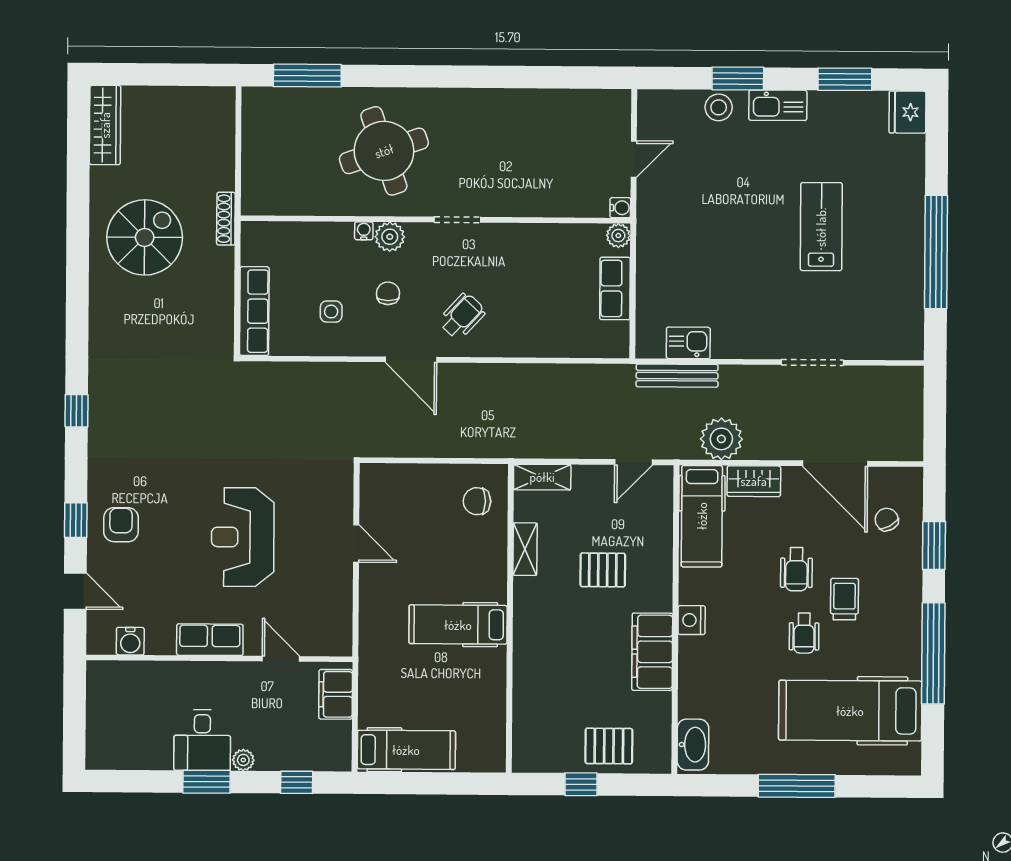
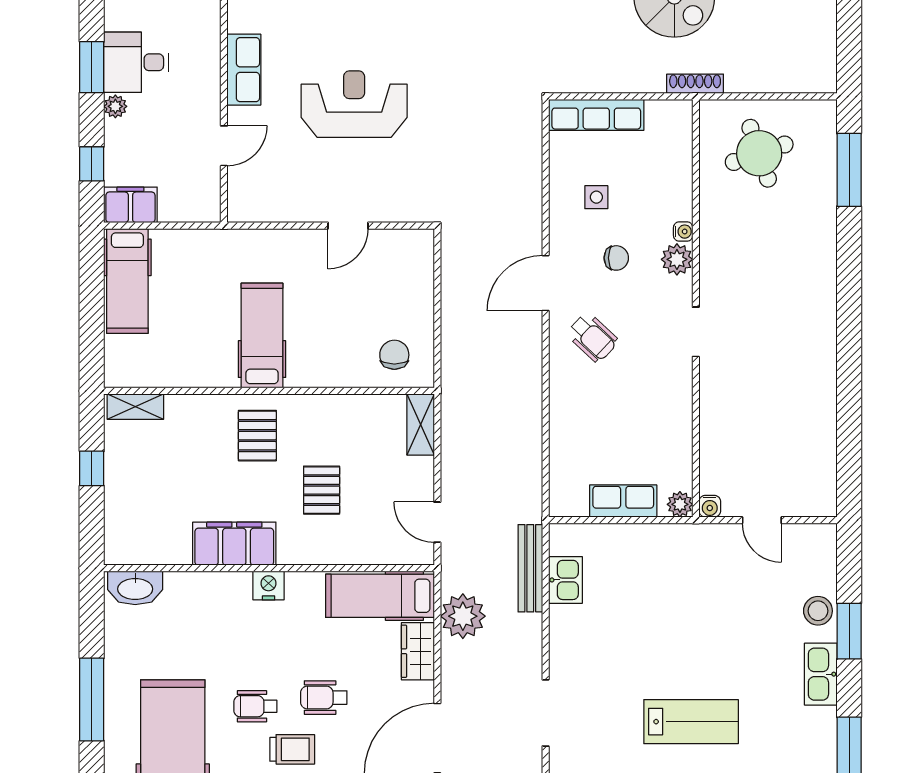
round table: (384, 151) -> (759, 153), moved, width x0.73, depth x0.73
shelving: (525, 549) -> (135, 407), moved
filing cabinet: (336, 694) -> (130, 205), moved
pallet: (609, 746) -> (257, 436), moved

